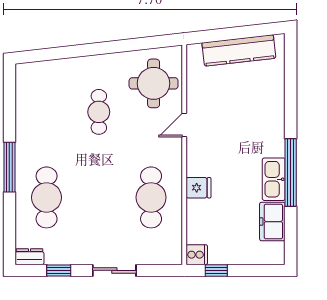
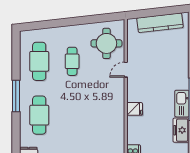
cafe table: (151, 197) -> (39, 61), moved

